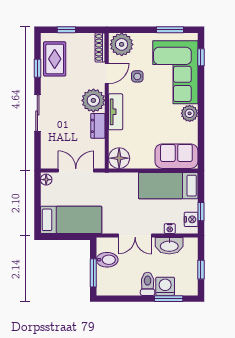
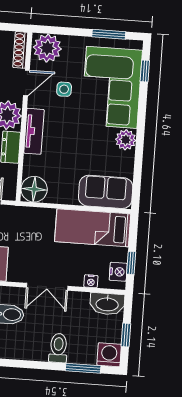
washbasin: (169, 246) -> (107, 304), moved
washing machine: (165, 286) -> (109, 355), moved

